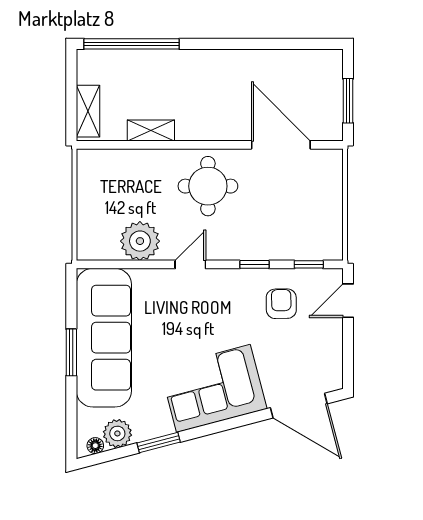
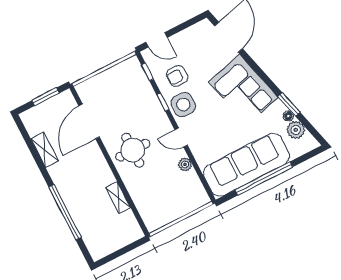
window: (132, 44) -> (65, 212), moved
shelving: (88, 111) -> (45, 150), moved, turned 90
plant: (140, 241) -> (185, 164), width x0.53, depth x0.53
side table: (236, 292) -> (183, 105), added
window: (71, 352) -> (264, 179), width x2.11
floor lamp: (95, 446) -> (288, 116), moved

